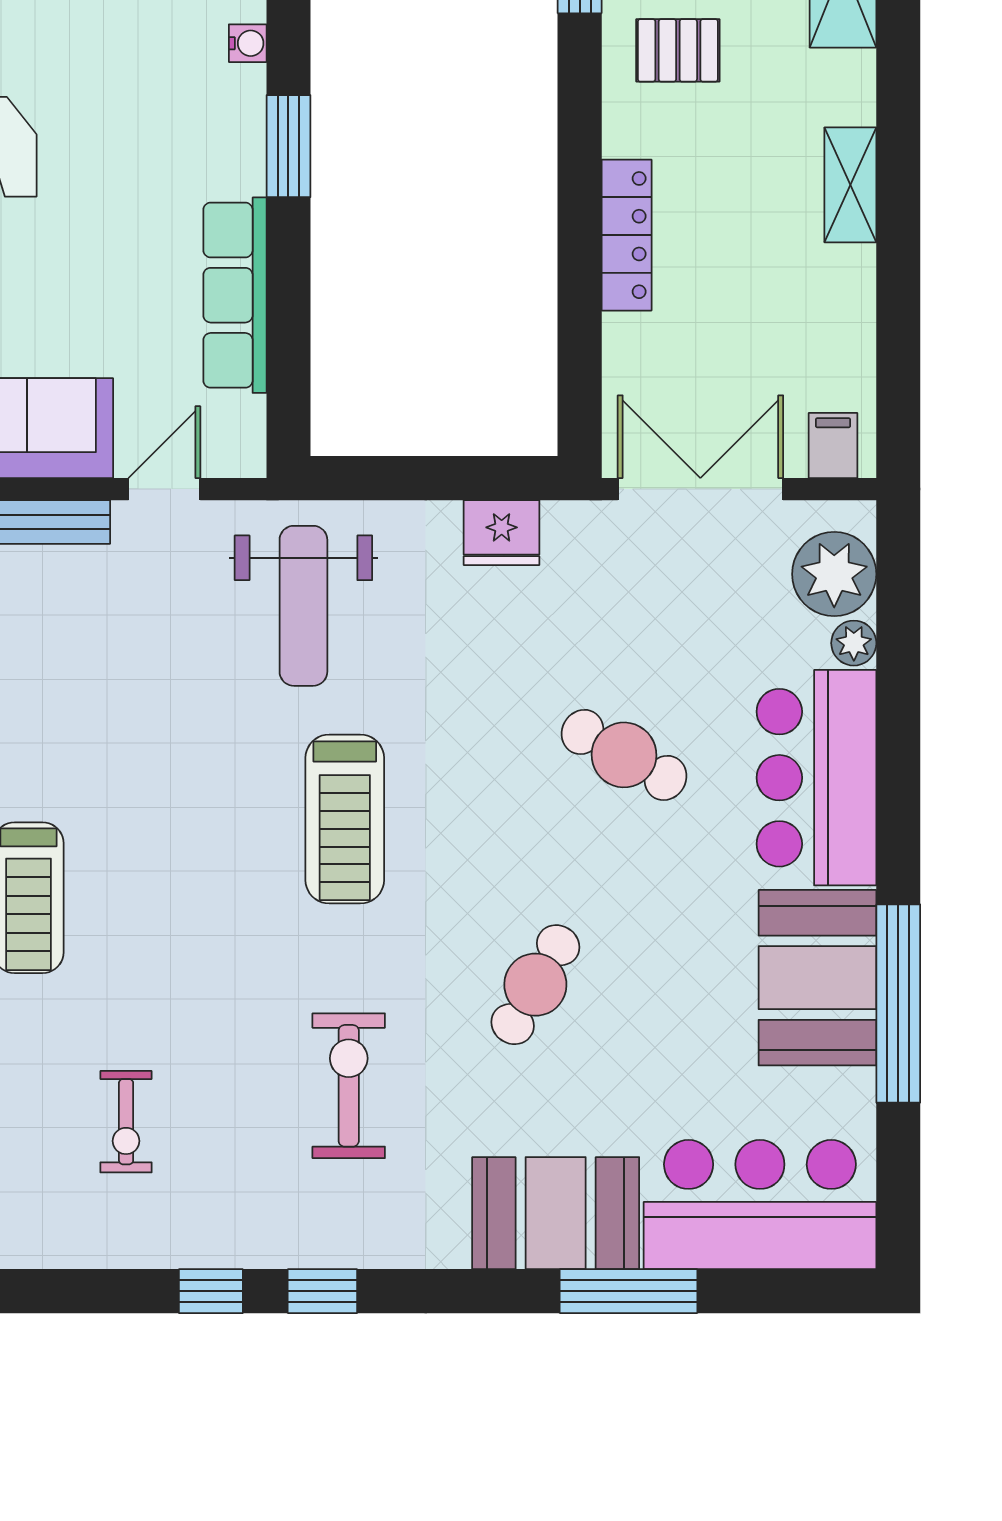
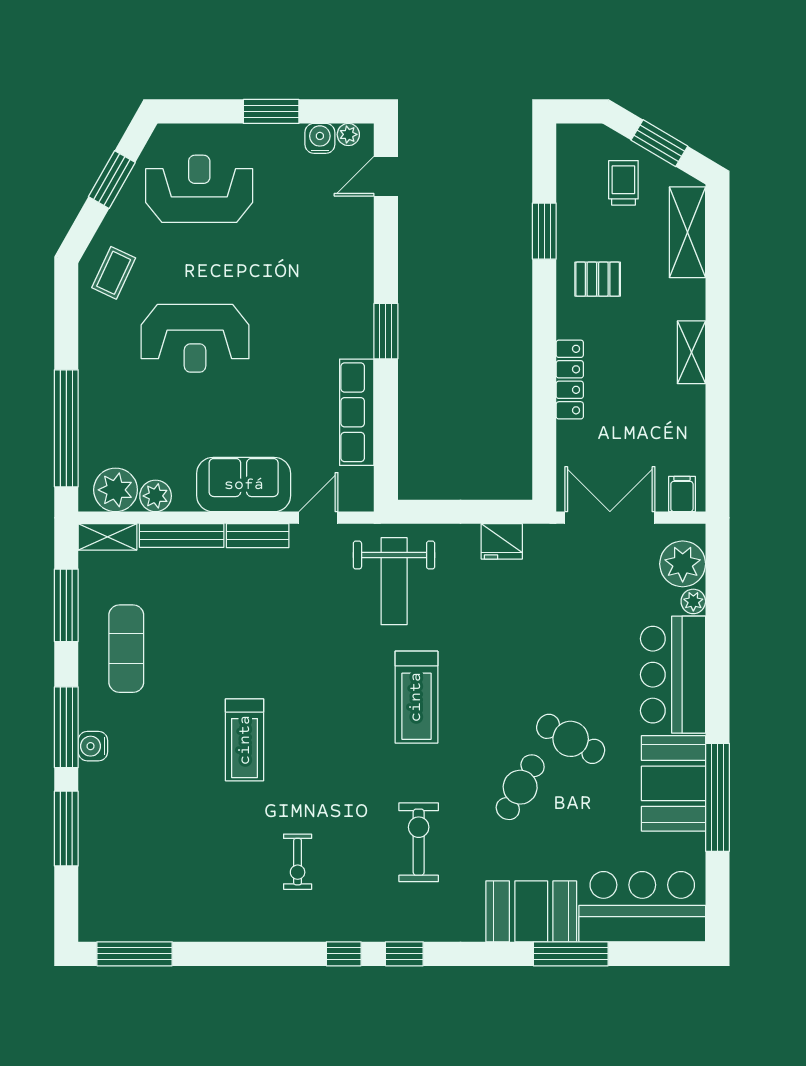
water cooler: (248, 43) -> (364, 275), removed
cafe table: (624, 755) -> (571, 739), moved

